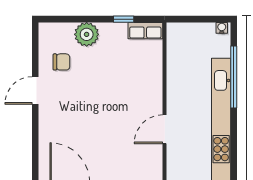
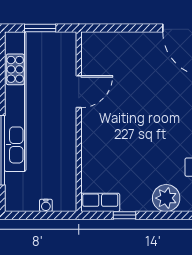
water cooler: (222, 28) -> (46, 205), moved

